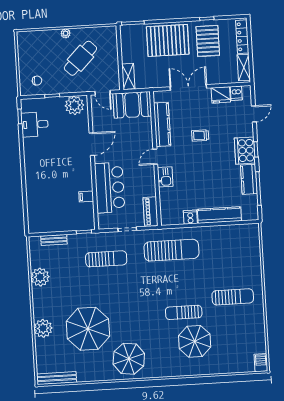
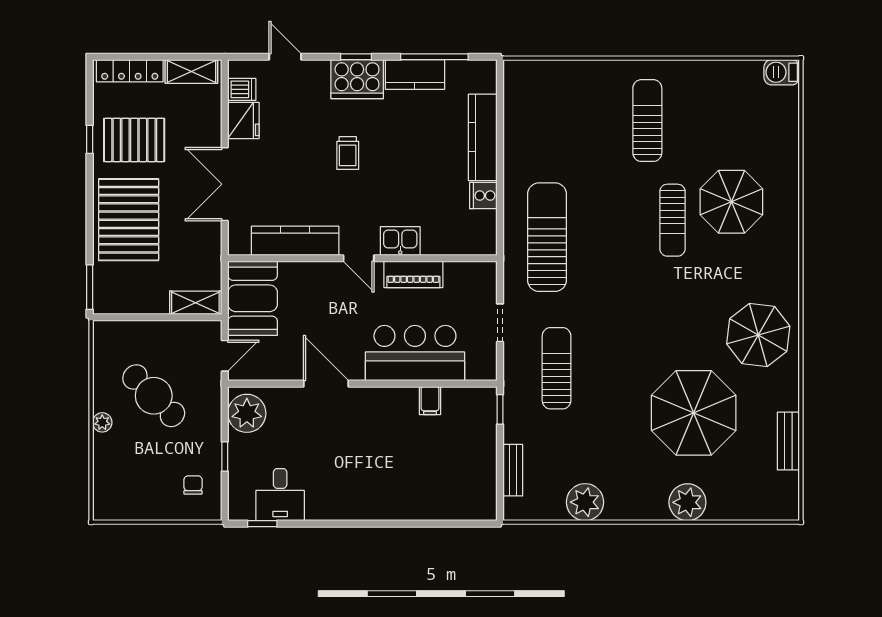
trolley: (200, 135) -> (348, 153), moved
piano: (150, 212) -> (413, 274), moved
bench: (57, 378) -> (788, 441), moved, width x0.73

